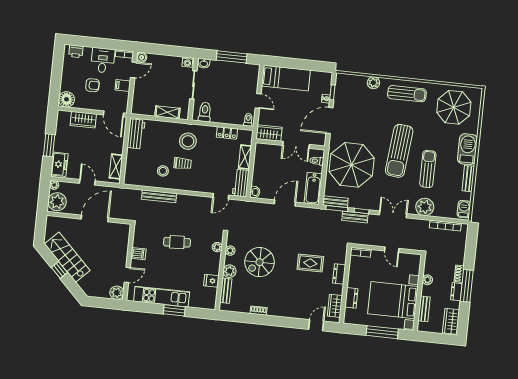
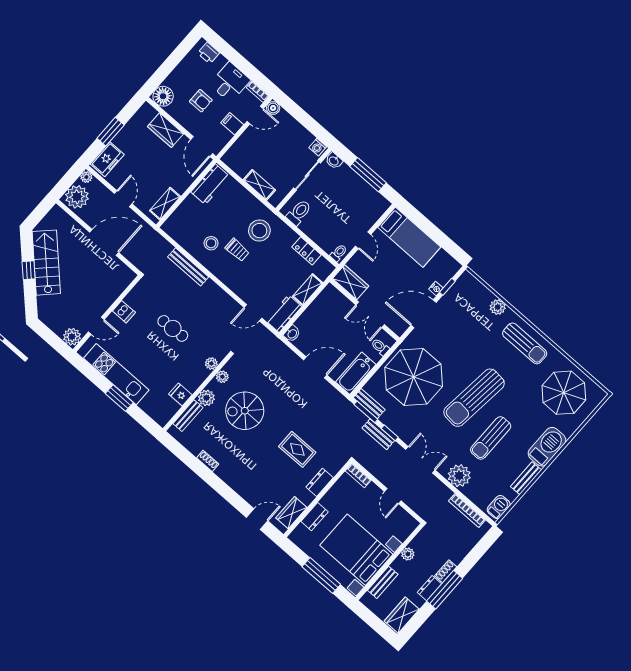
sun lounger: (428, 169) -> (491, 438), turned 180

